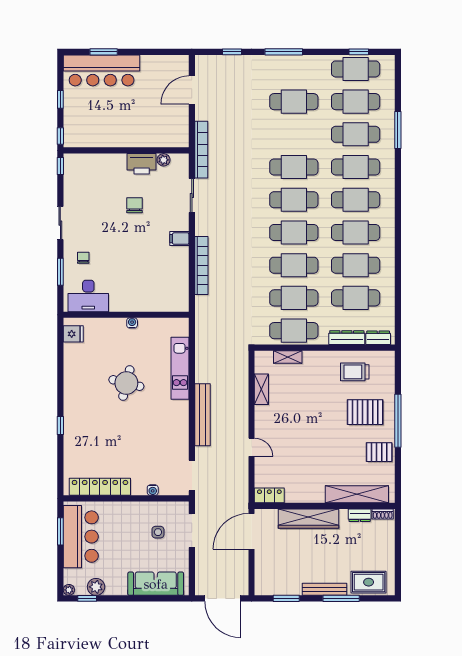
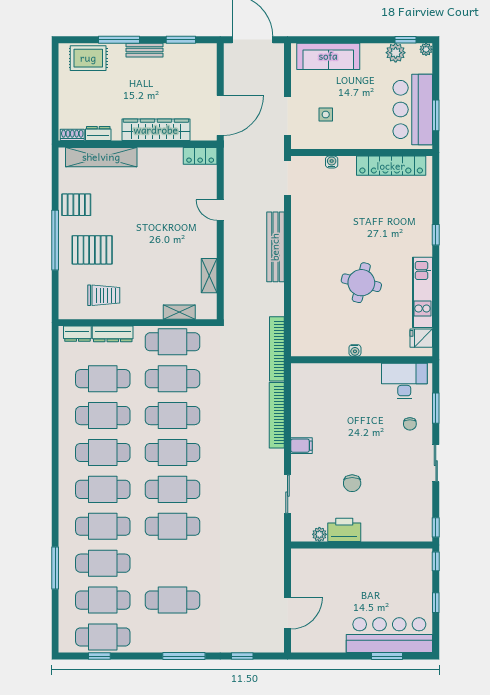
bookcase: (201, 150) -> (277, 349), moved
kitchen unit: (180, 368) -> (422, 292), moved, turned 180
bench: (325, 589) -> (144, 50), width x0.73

